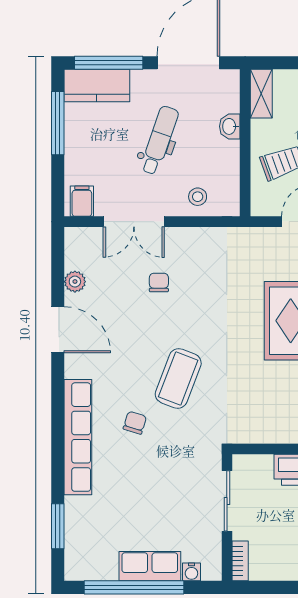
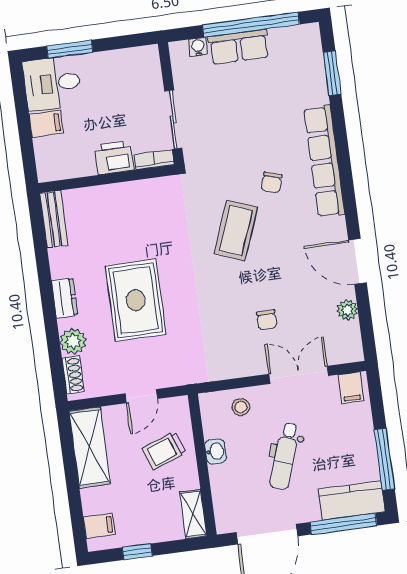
washbasin: (230, 126) -> (215, 451), moved
bookcase: (240, 561) -> (154, 160), moved, turned 90

